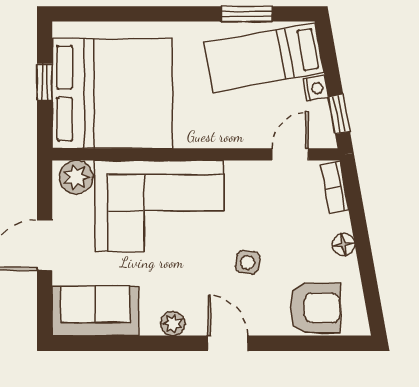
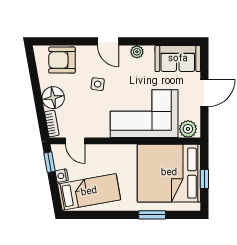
window: (246, 14) -> (152, 215), moved
door: (290, 154) -> (75, 141), hinge flipped
floor lamp: (344, 245) -> (53, 98), width x1.89, depth x1.89

